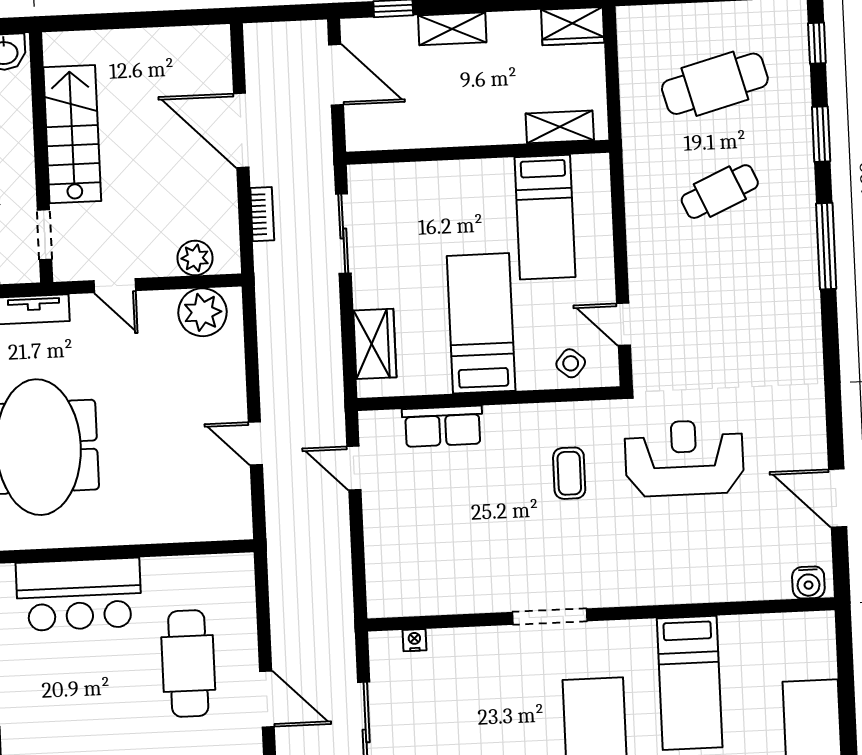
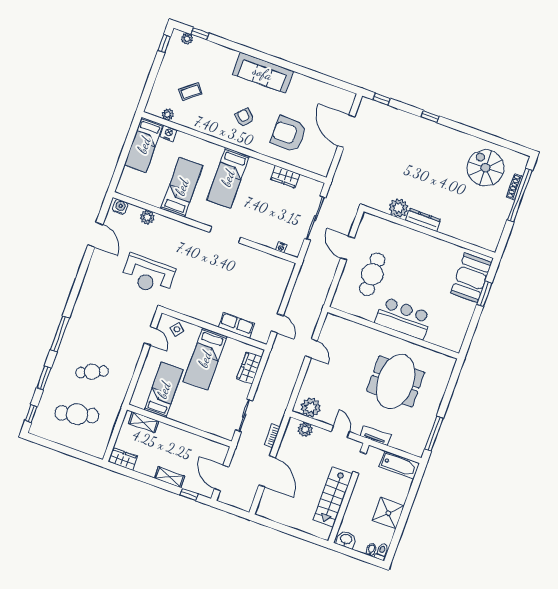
coffee table: (569, 473) -> (195, 287), removed
plant: (739, 584) -> (147, 217), added

